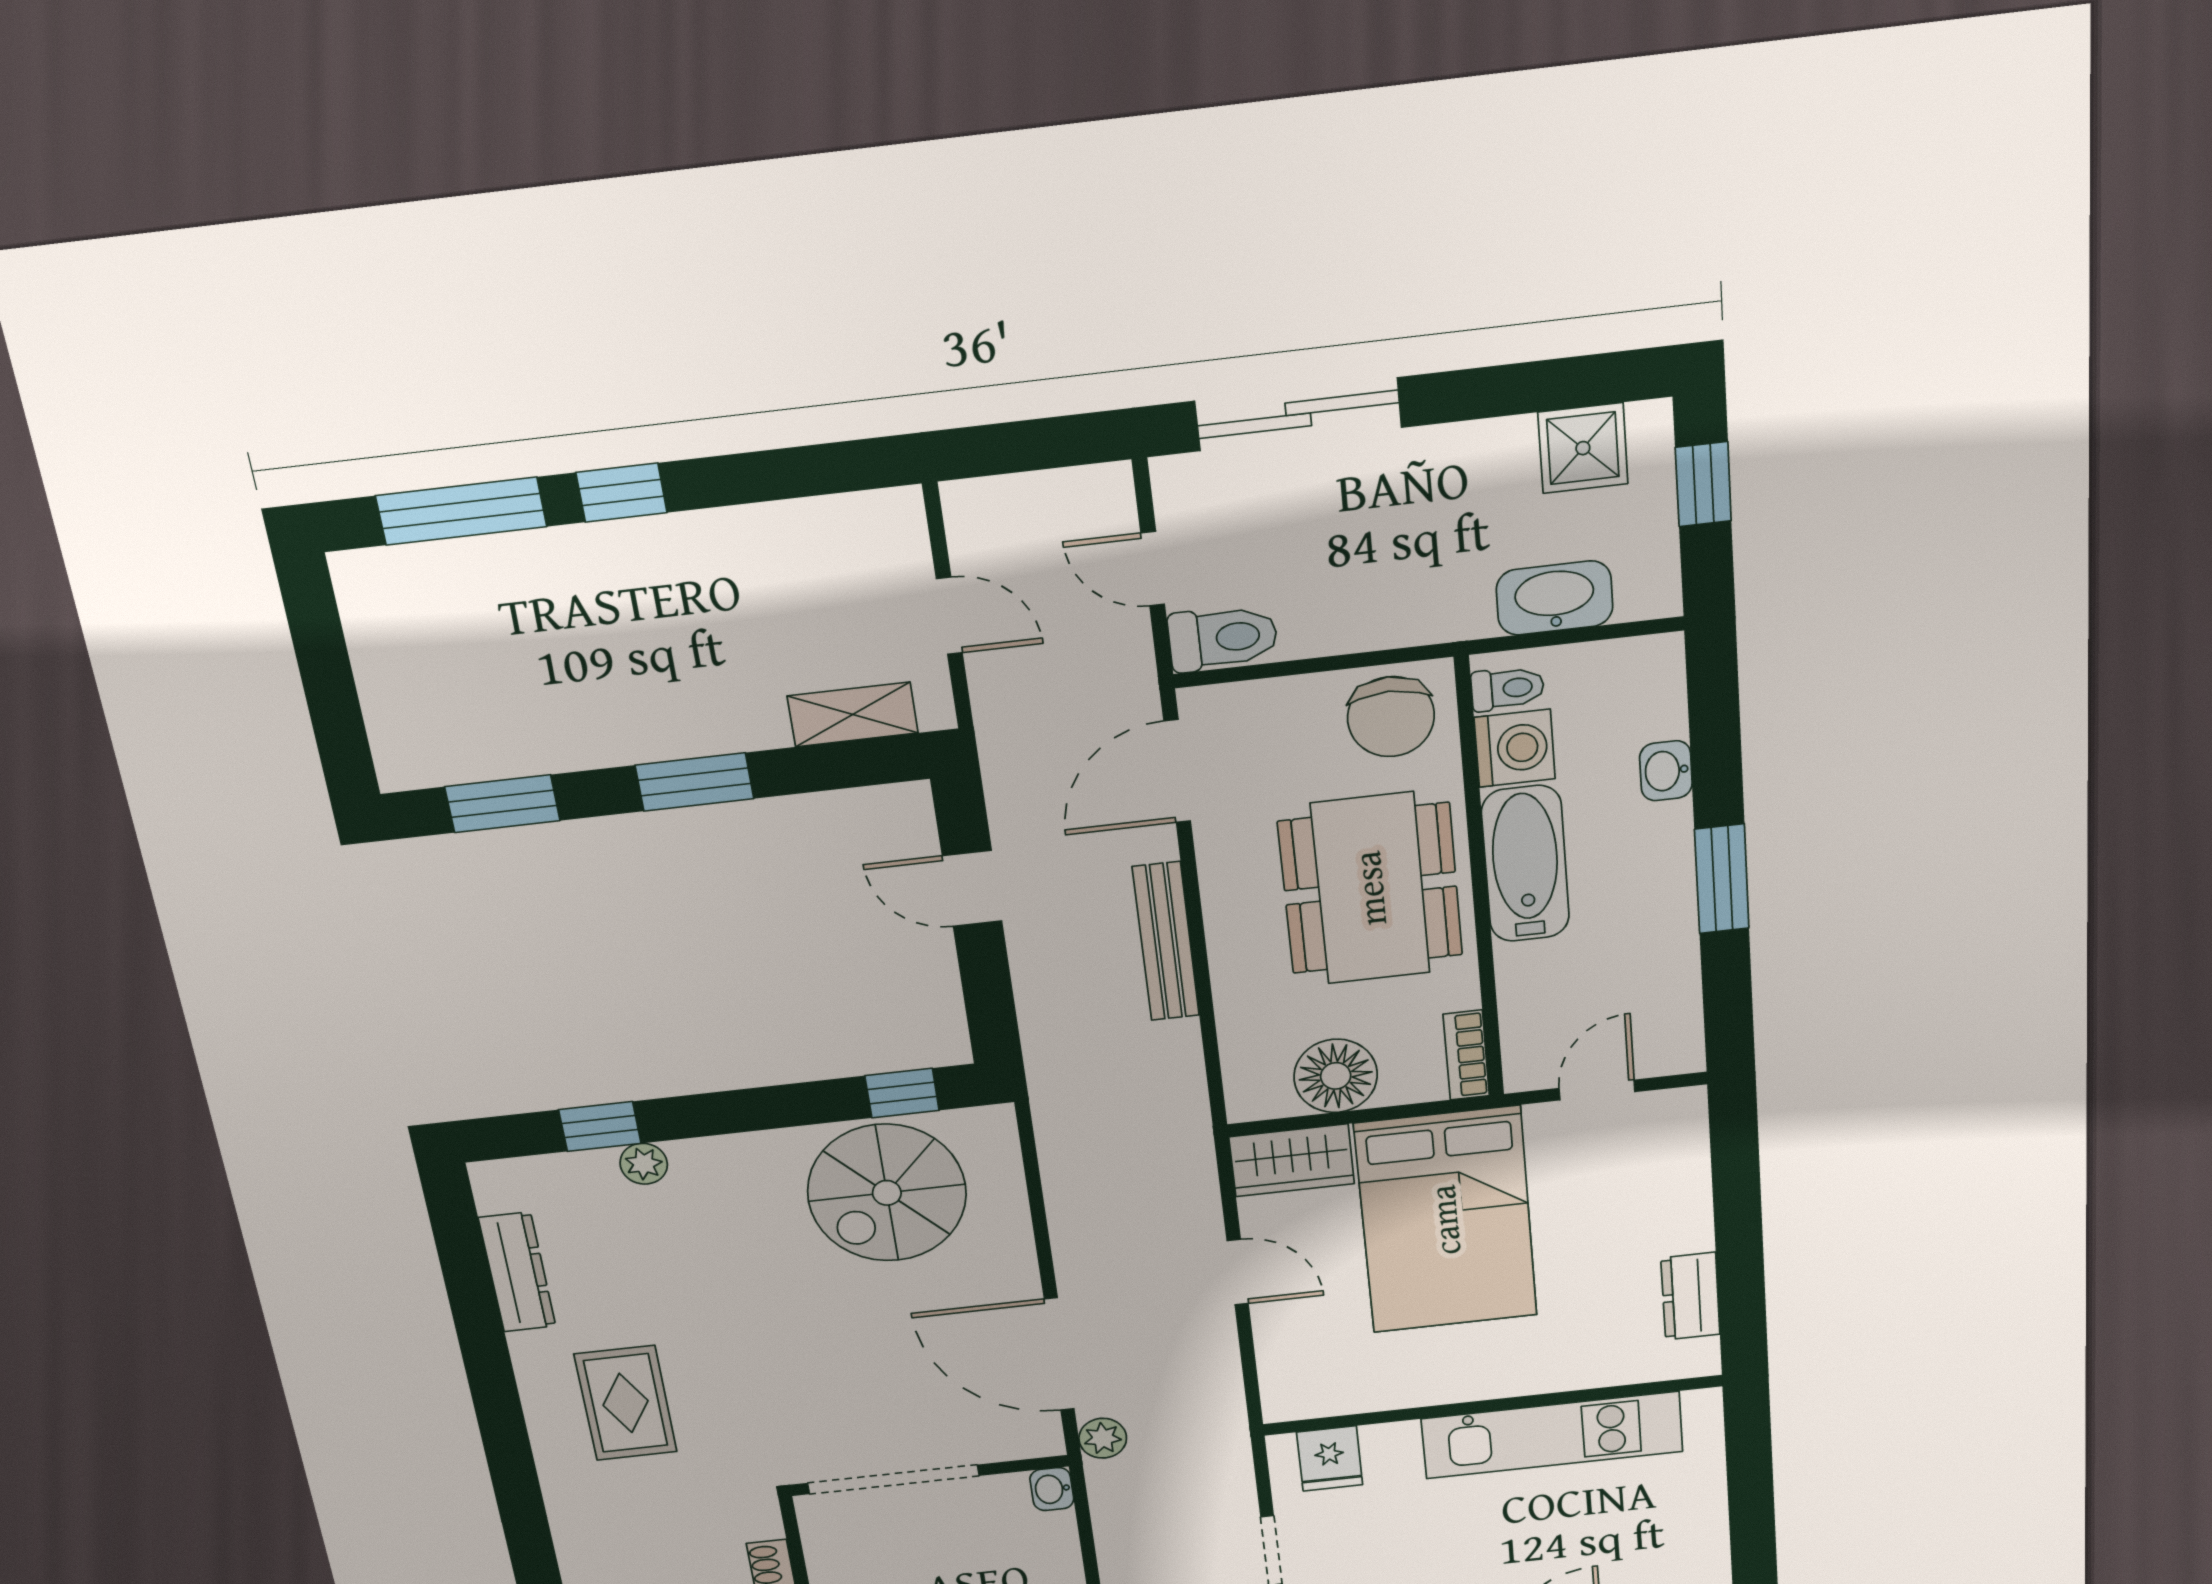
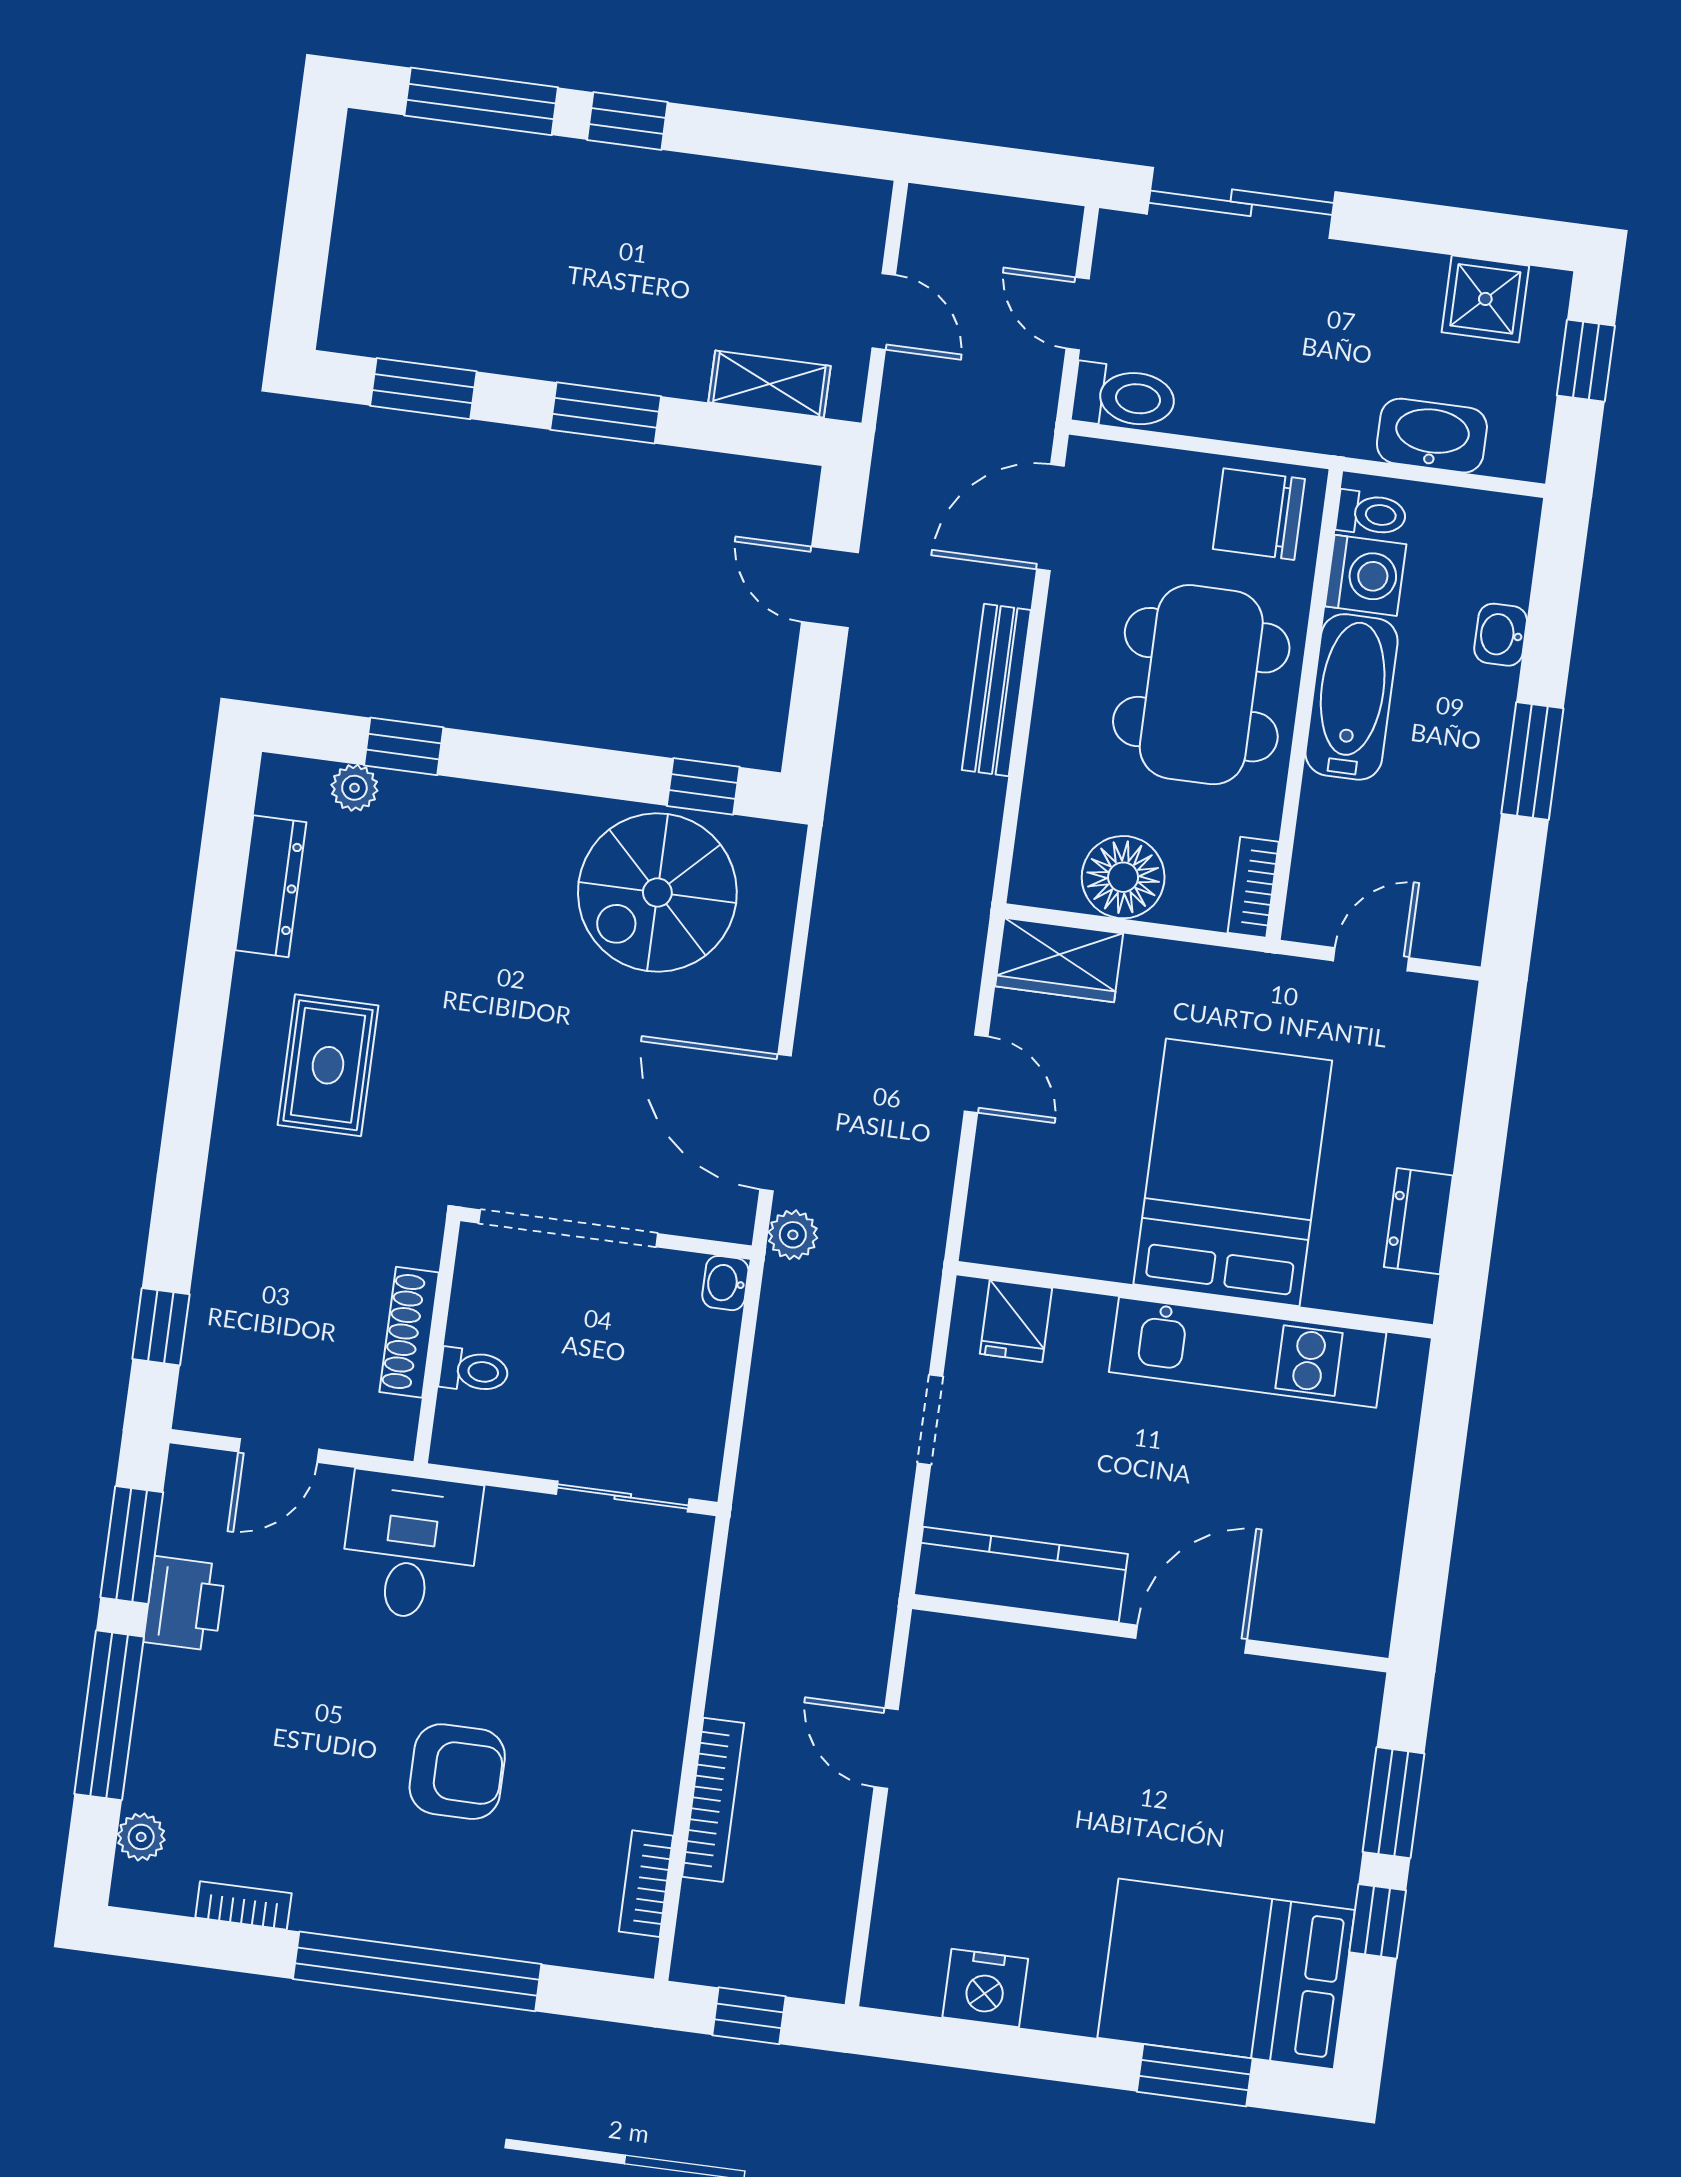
chair: (1391, 717) -> (1259, 514), turned 90
plant: (644, 1164) -> (354, 788), moved
bed: (1446, 1220) -> (1233, 1172), moved, turned 180

